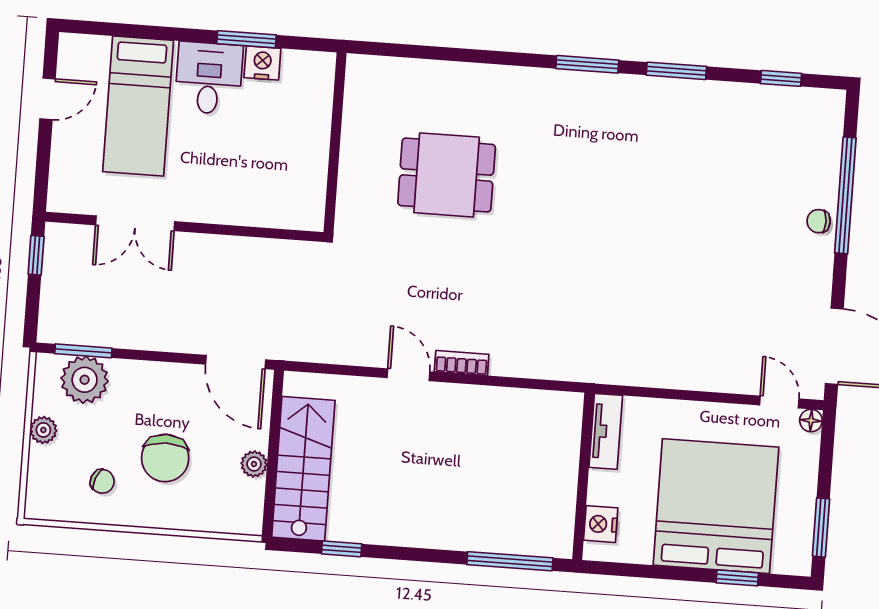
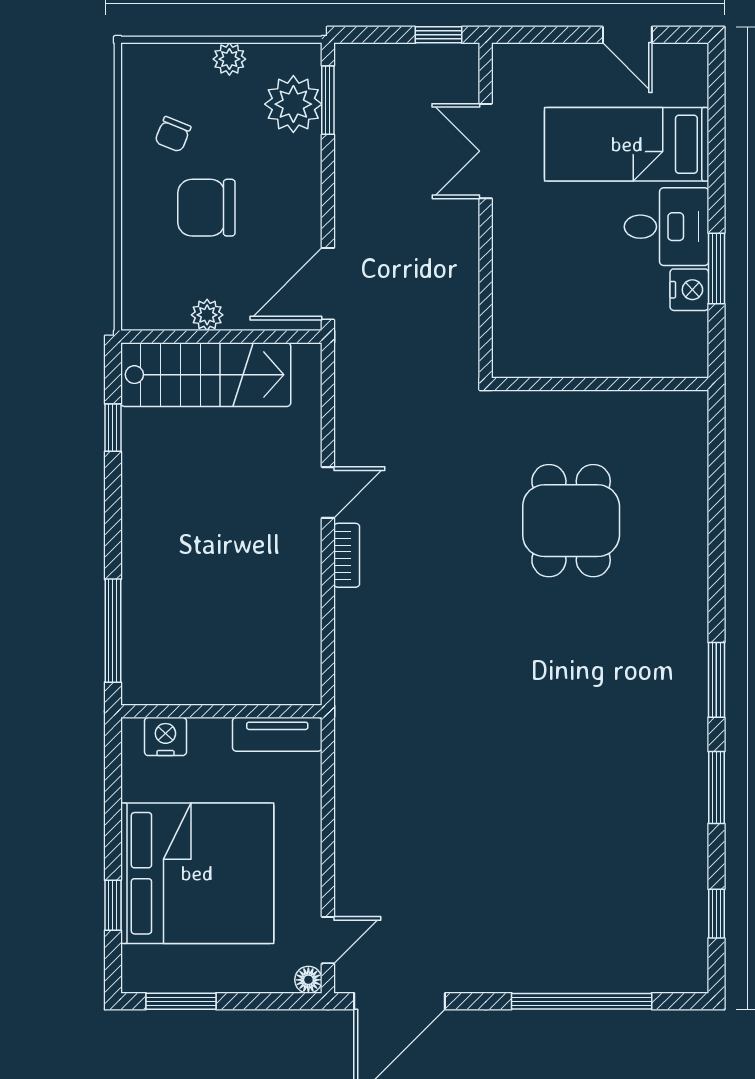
chair: (819, 221) -> (548, 971), removed

